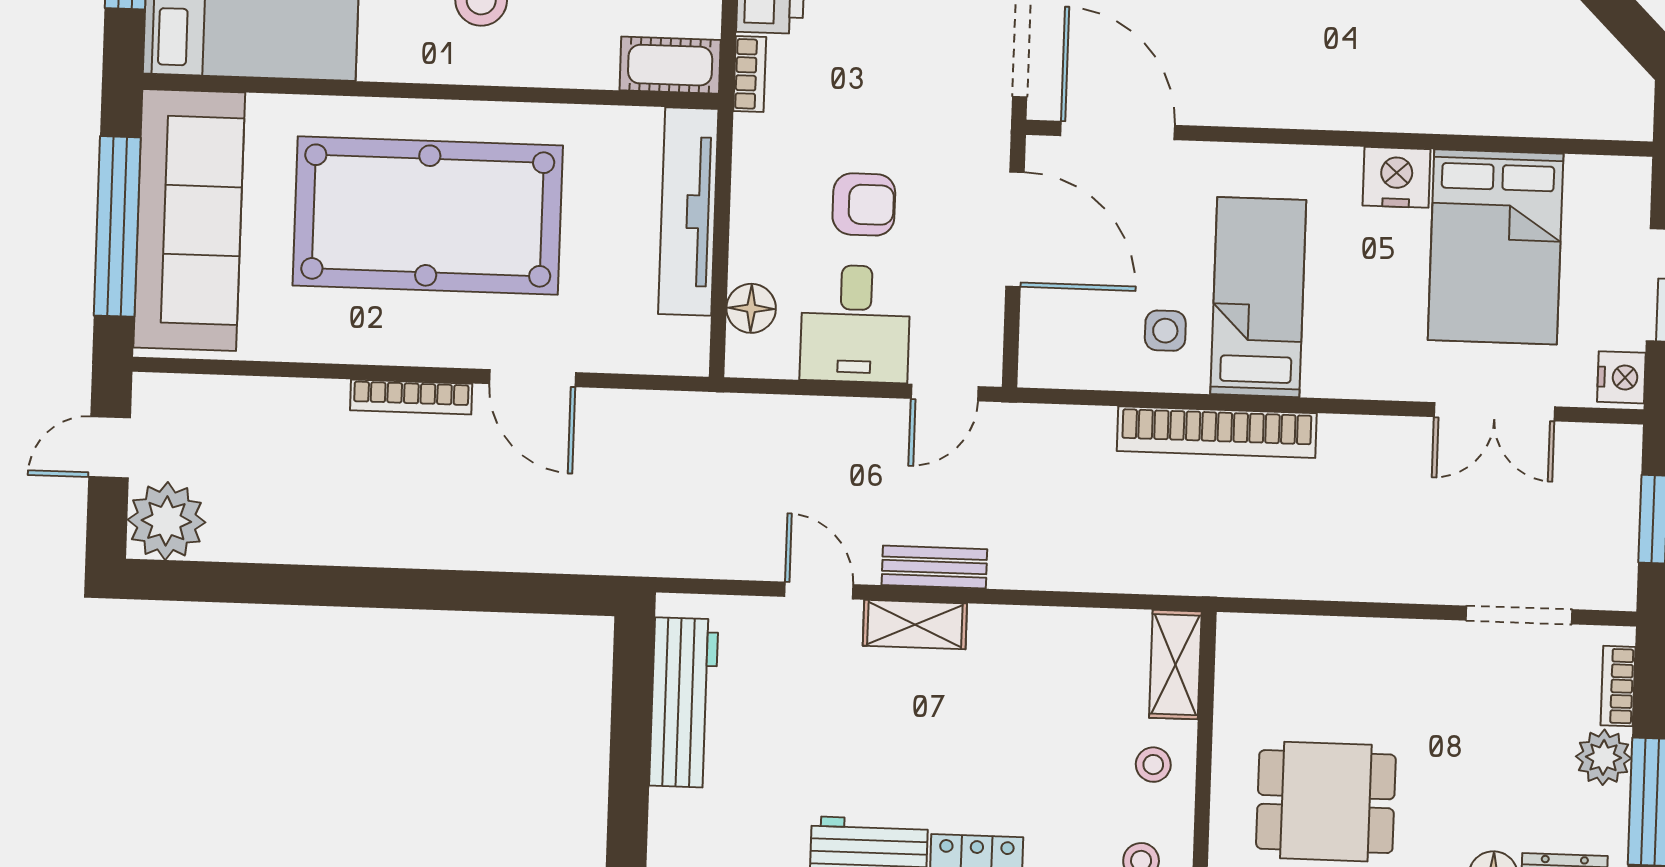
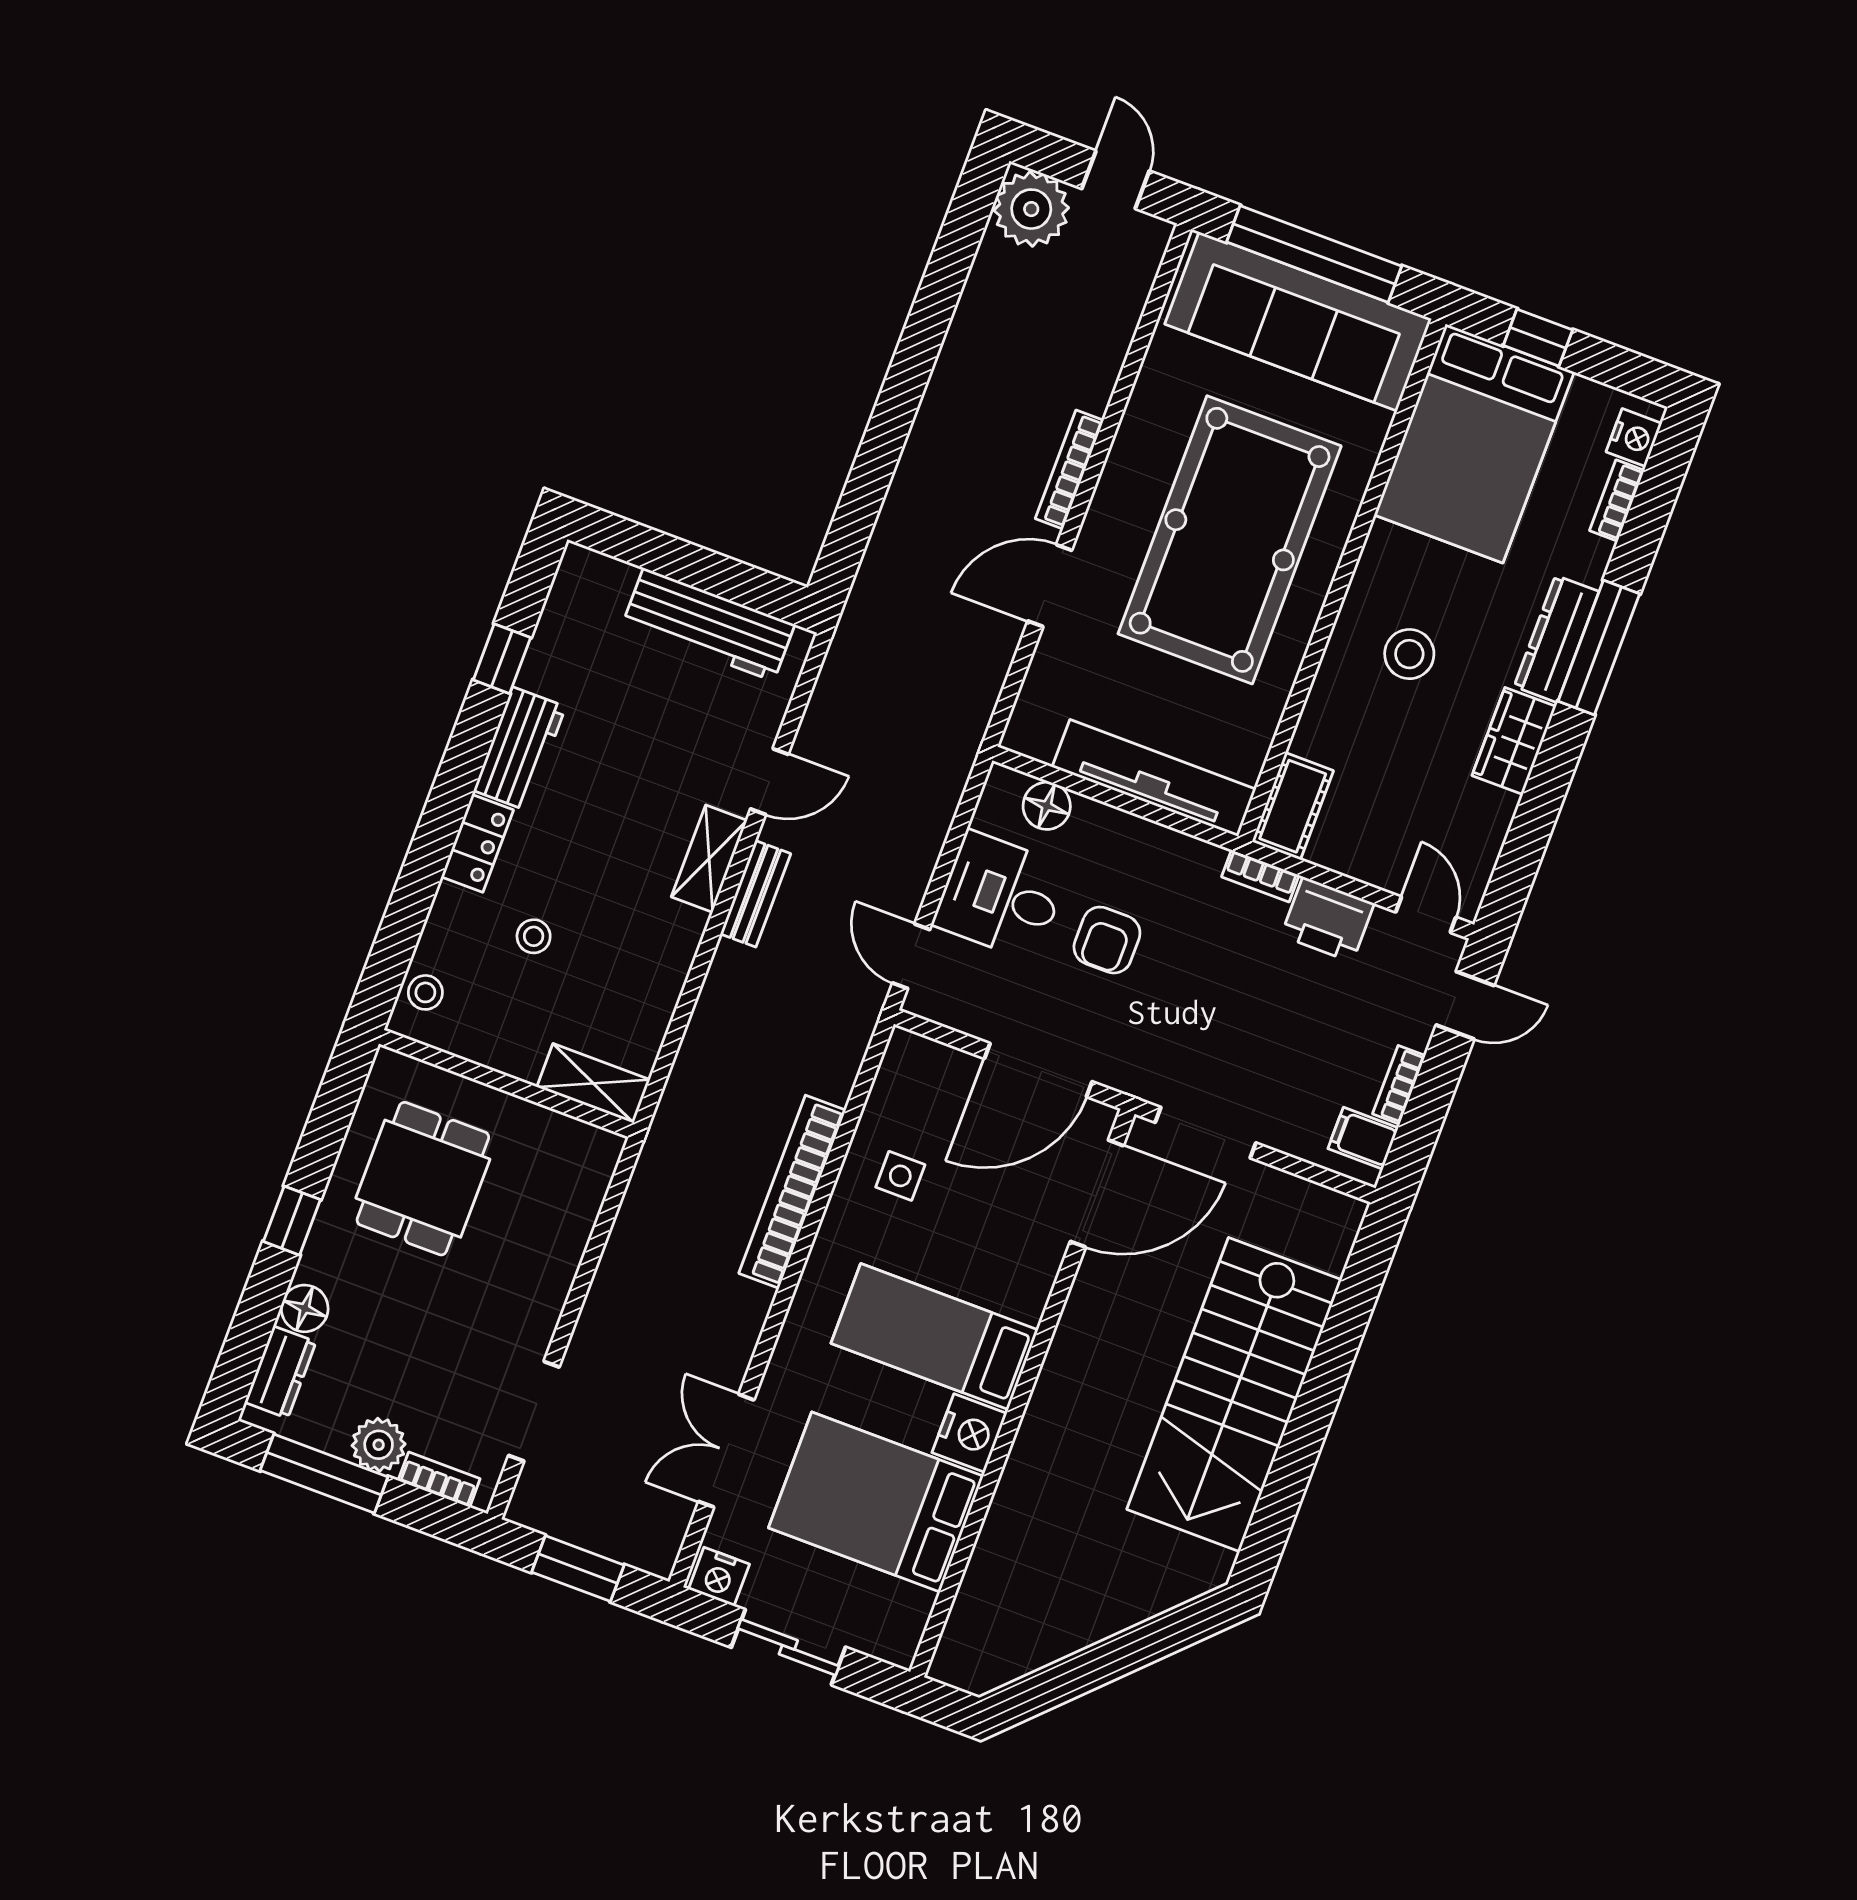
bed: (1258, 297) -> (934, 1337), moved, turned 180
stool: (1153, 765) -> (534, 936), moved

